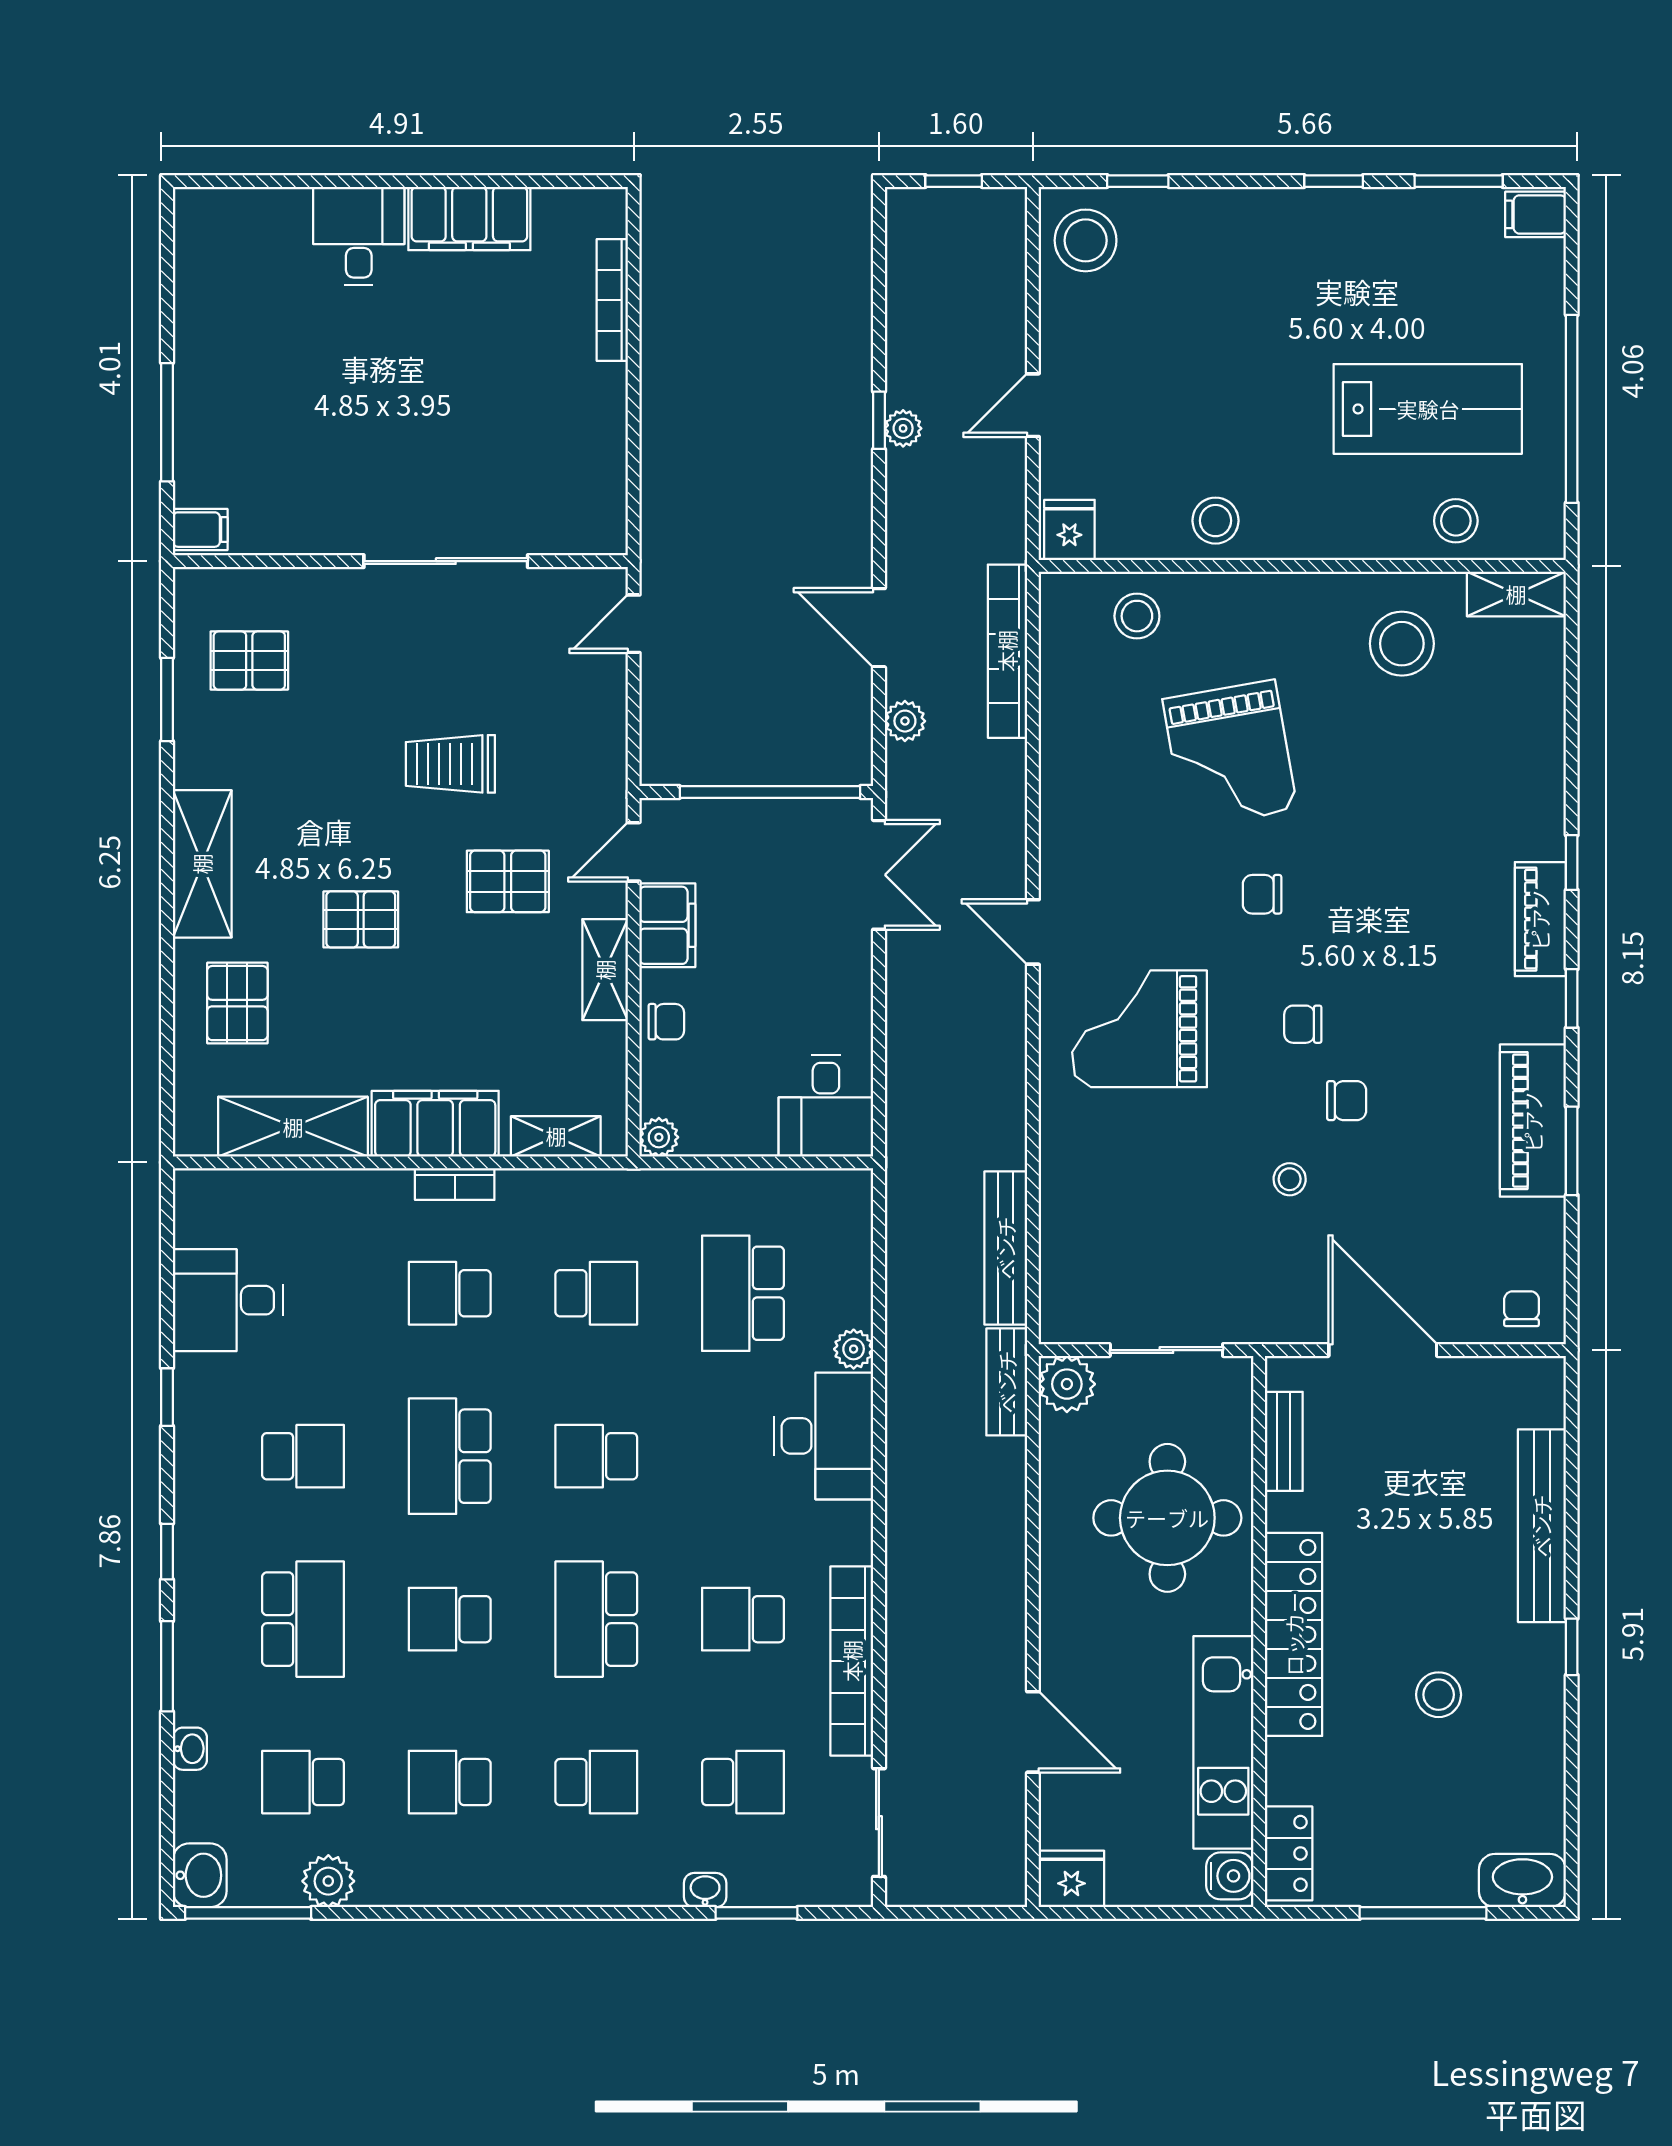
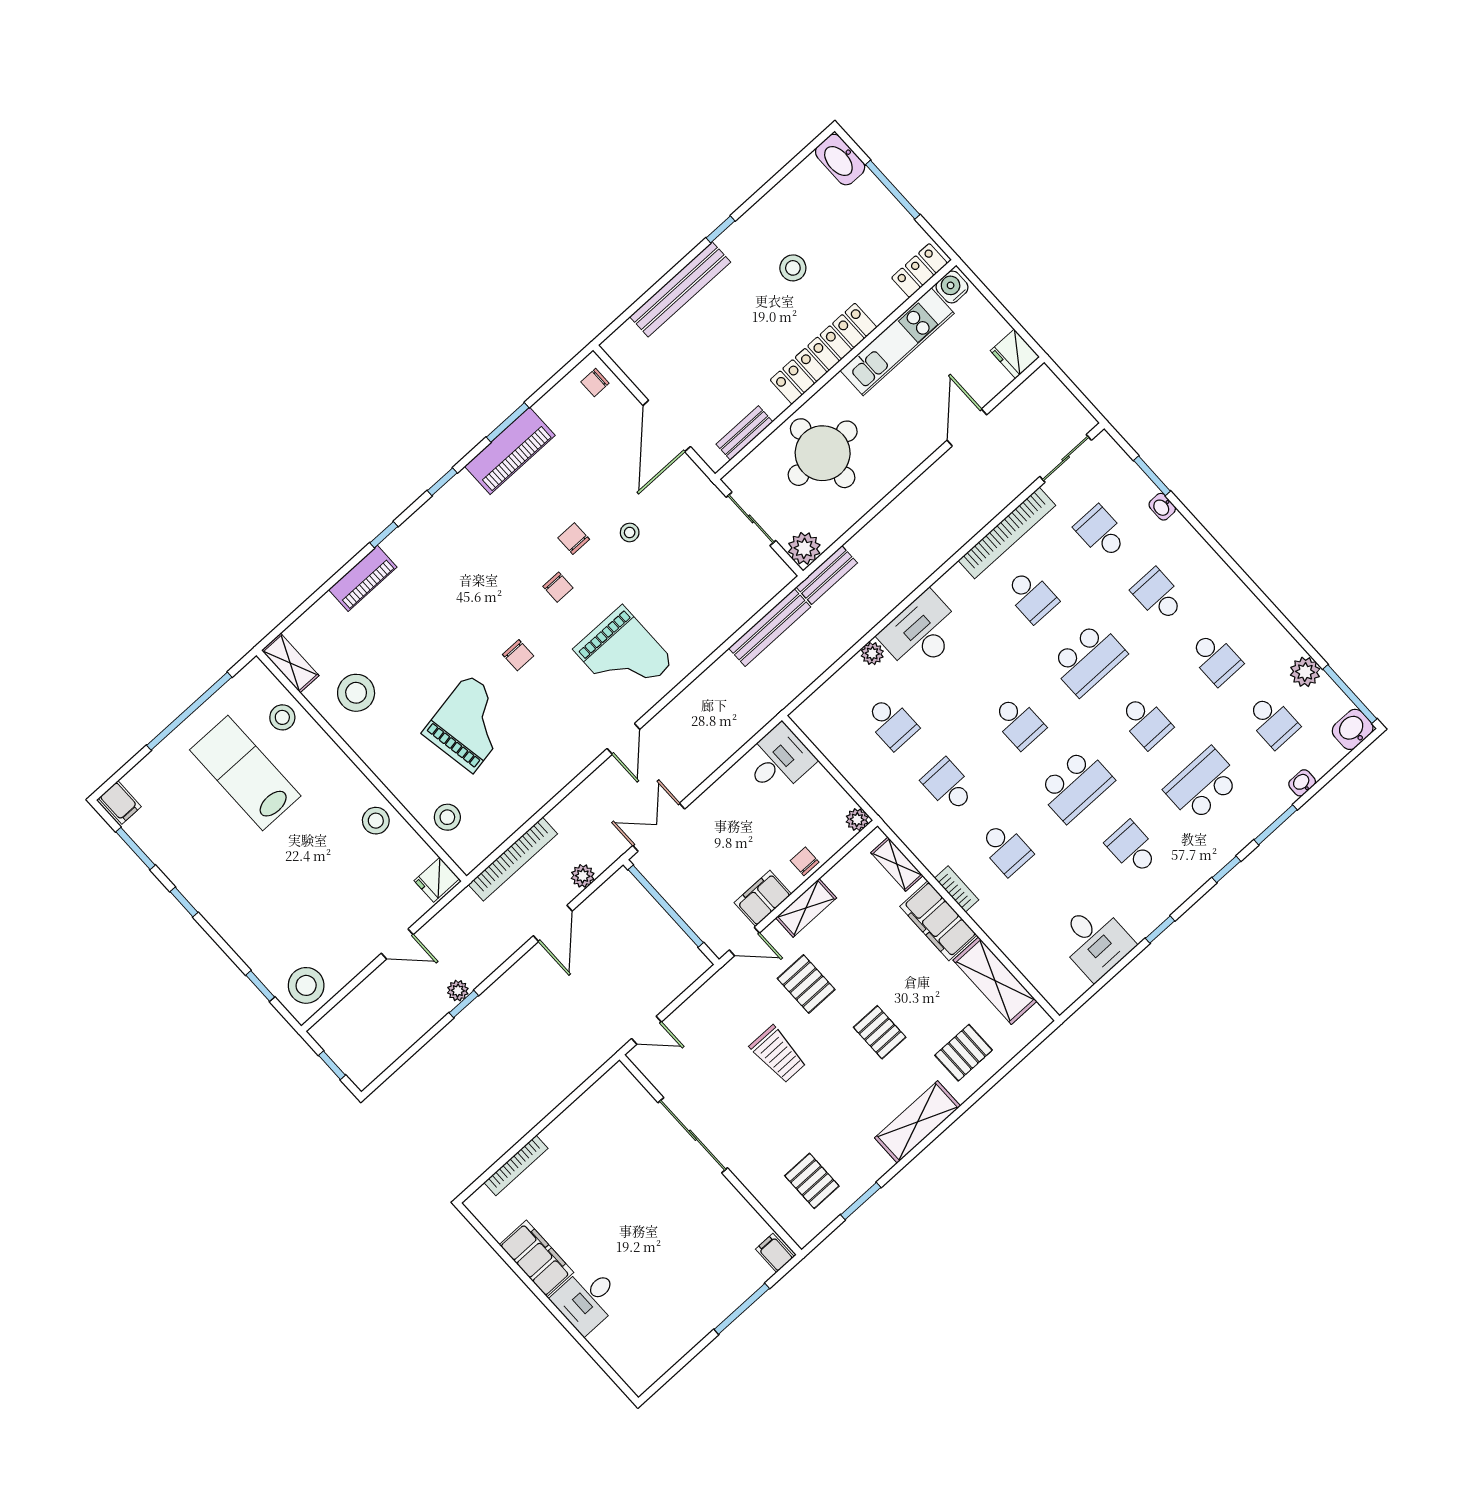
piano: (1540, 919) -> (363, 578), moved
school desk: (743, 1293) -> (891, 723), width x0.54

